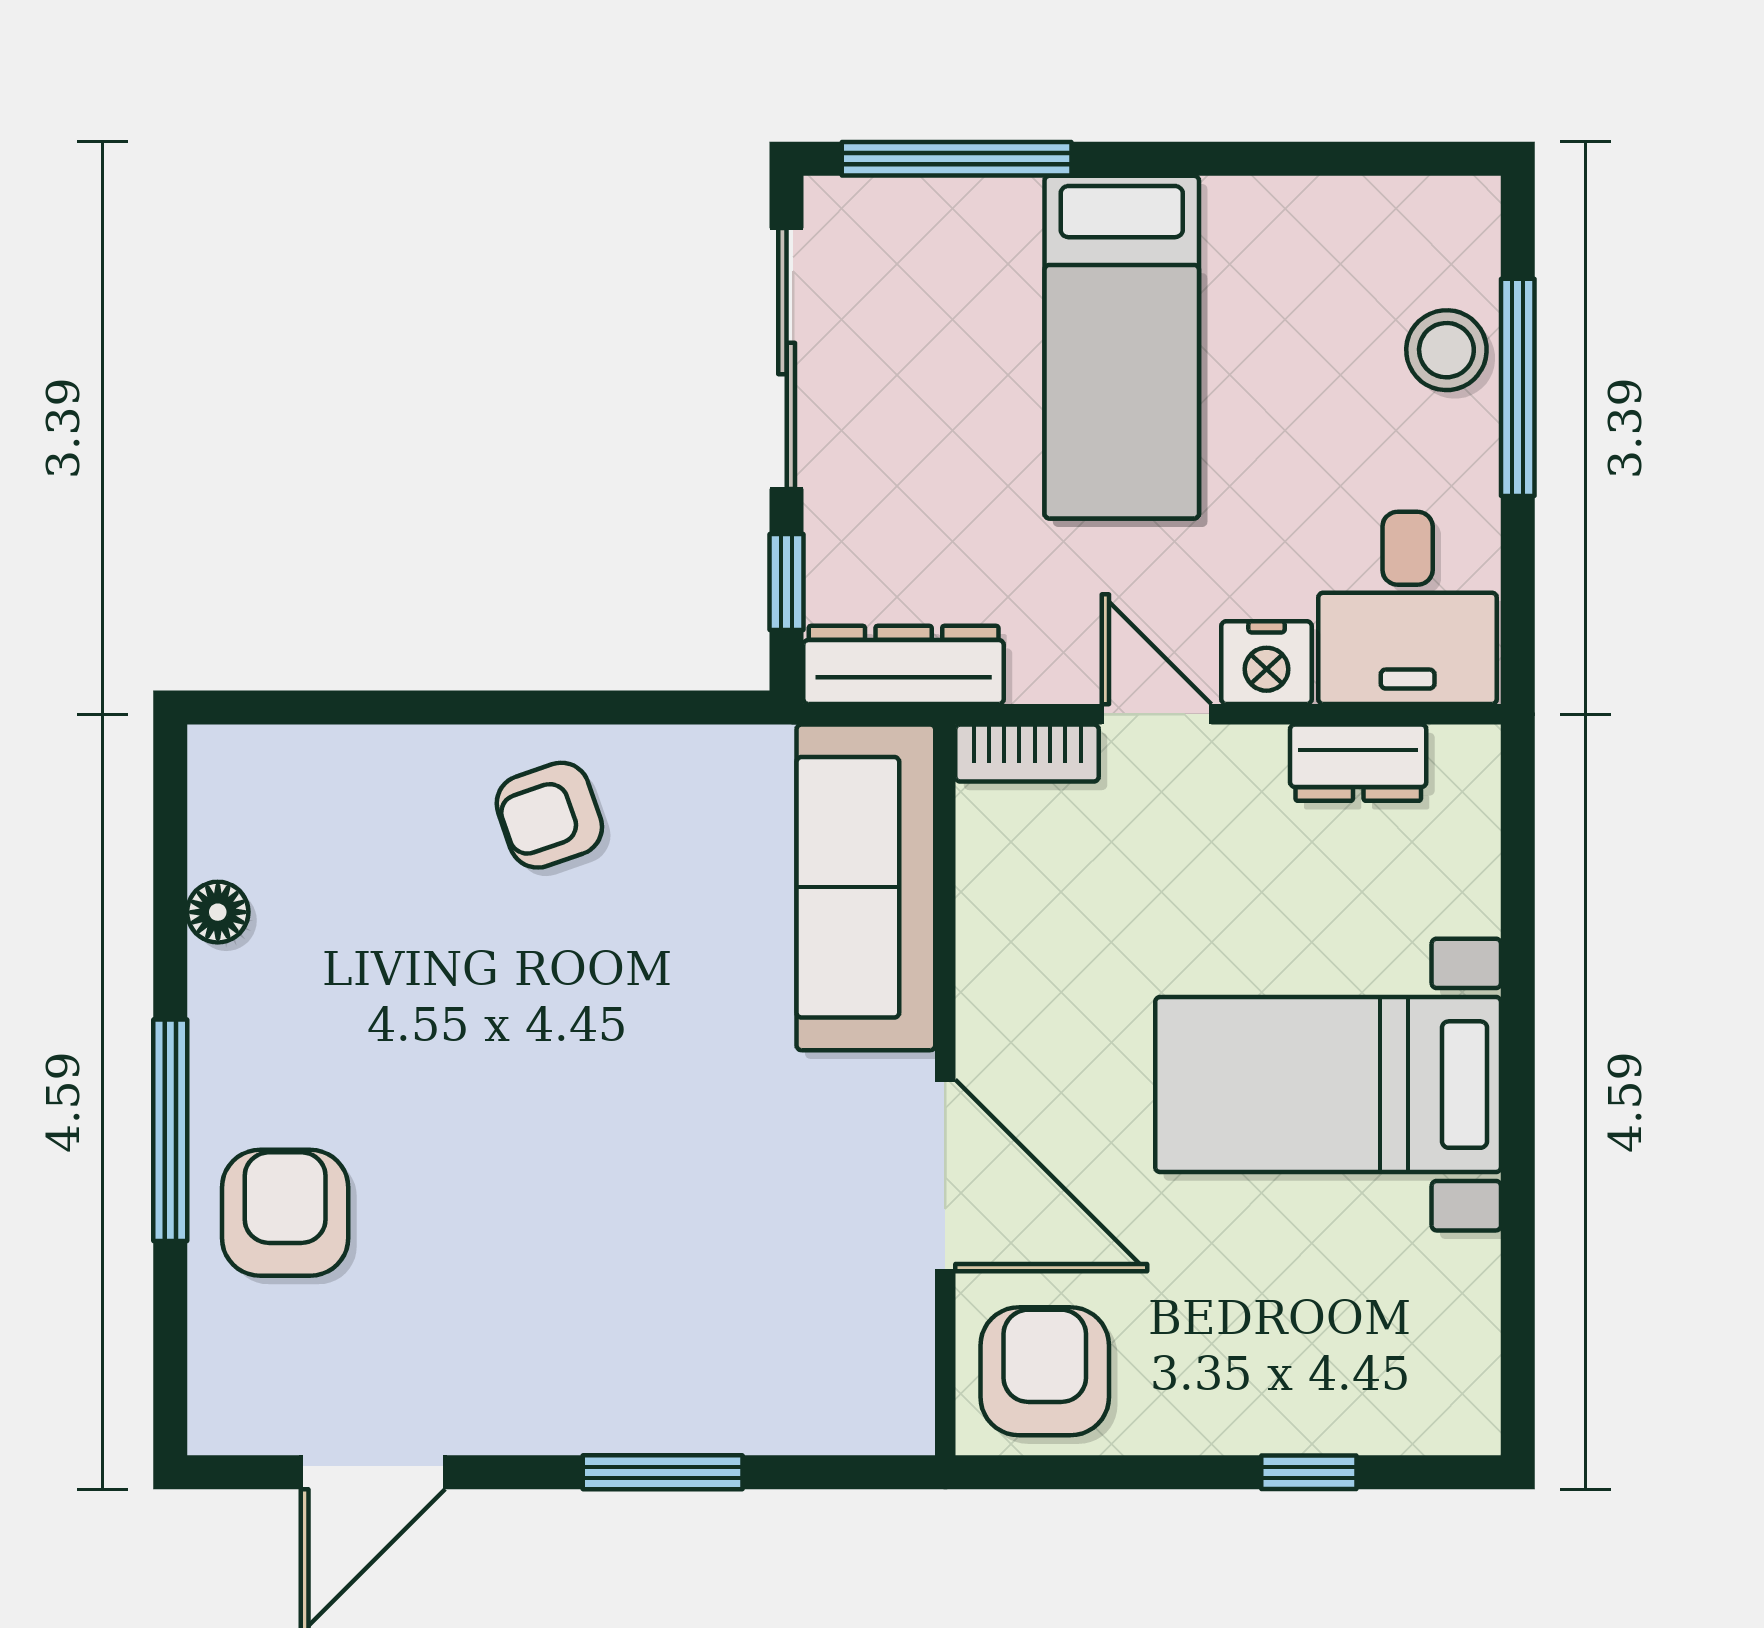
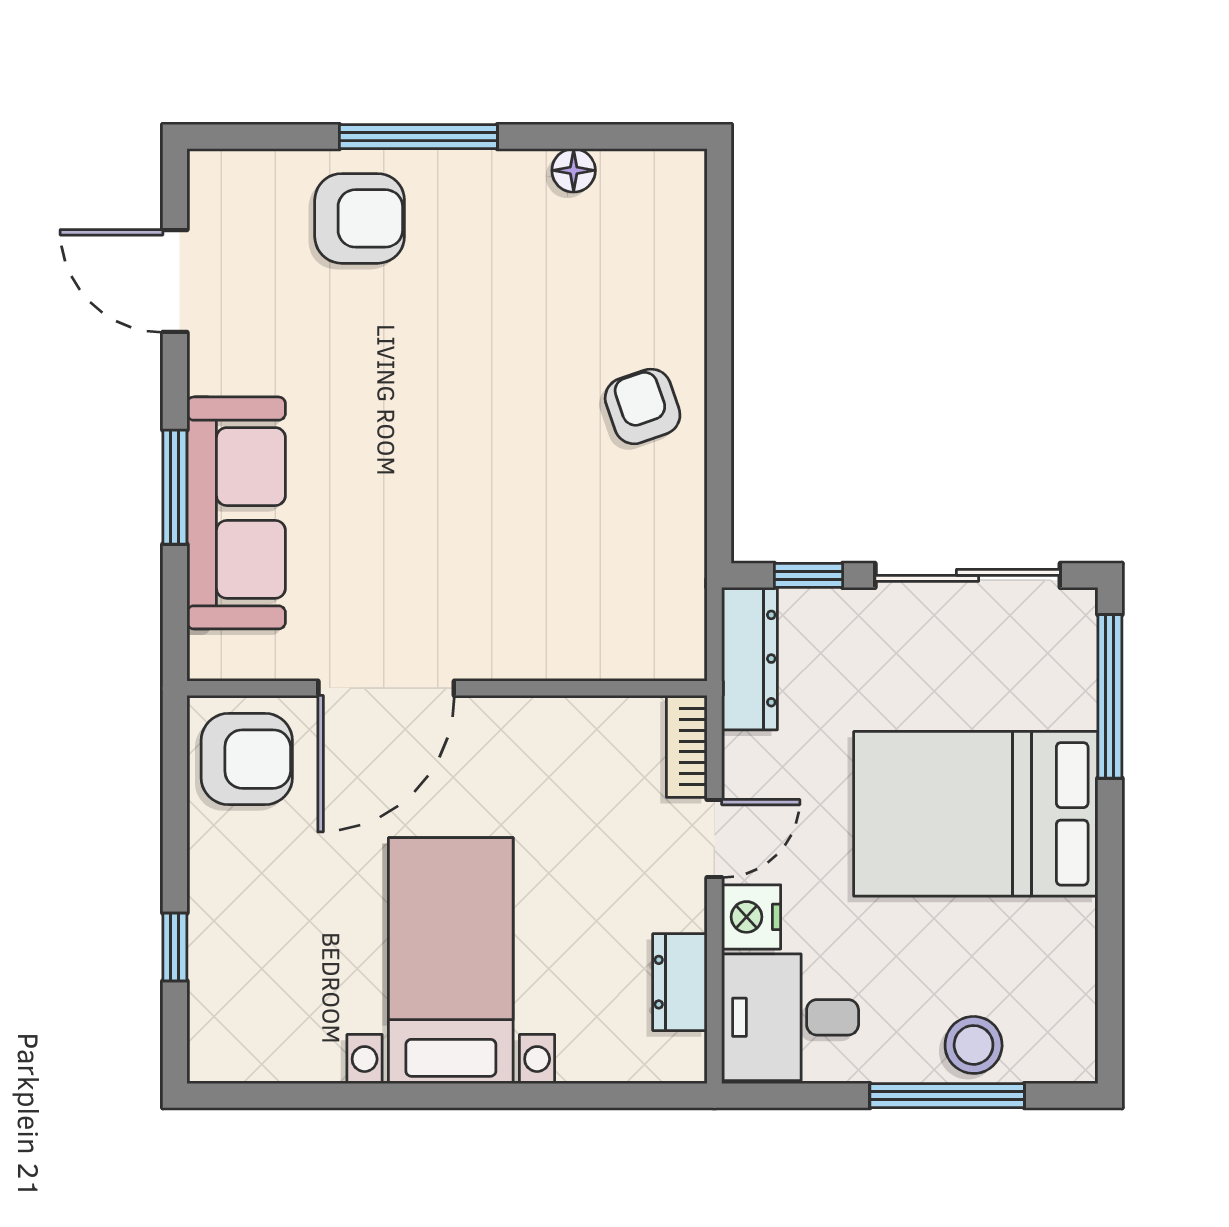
bed: (1122, 347) -> (976, 814), width x1.50
sofa: (866, 887) -> (236, 513), moved, turned 90

